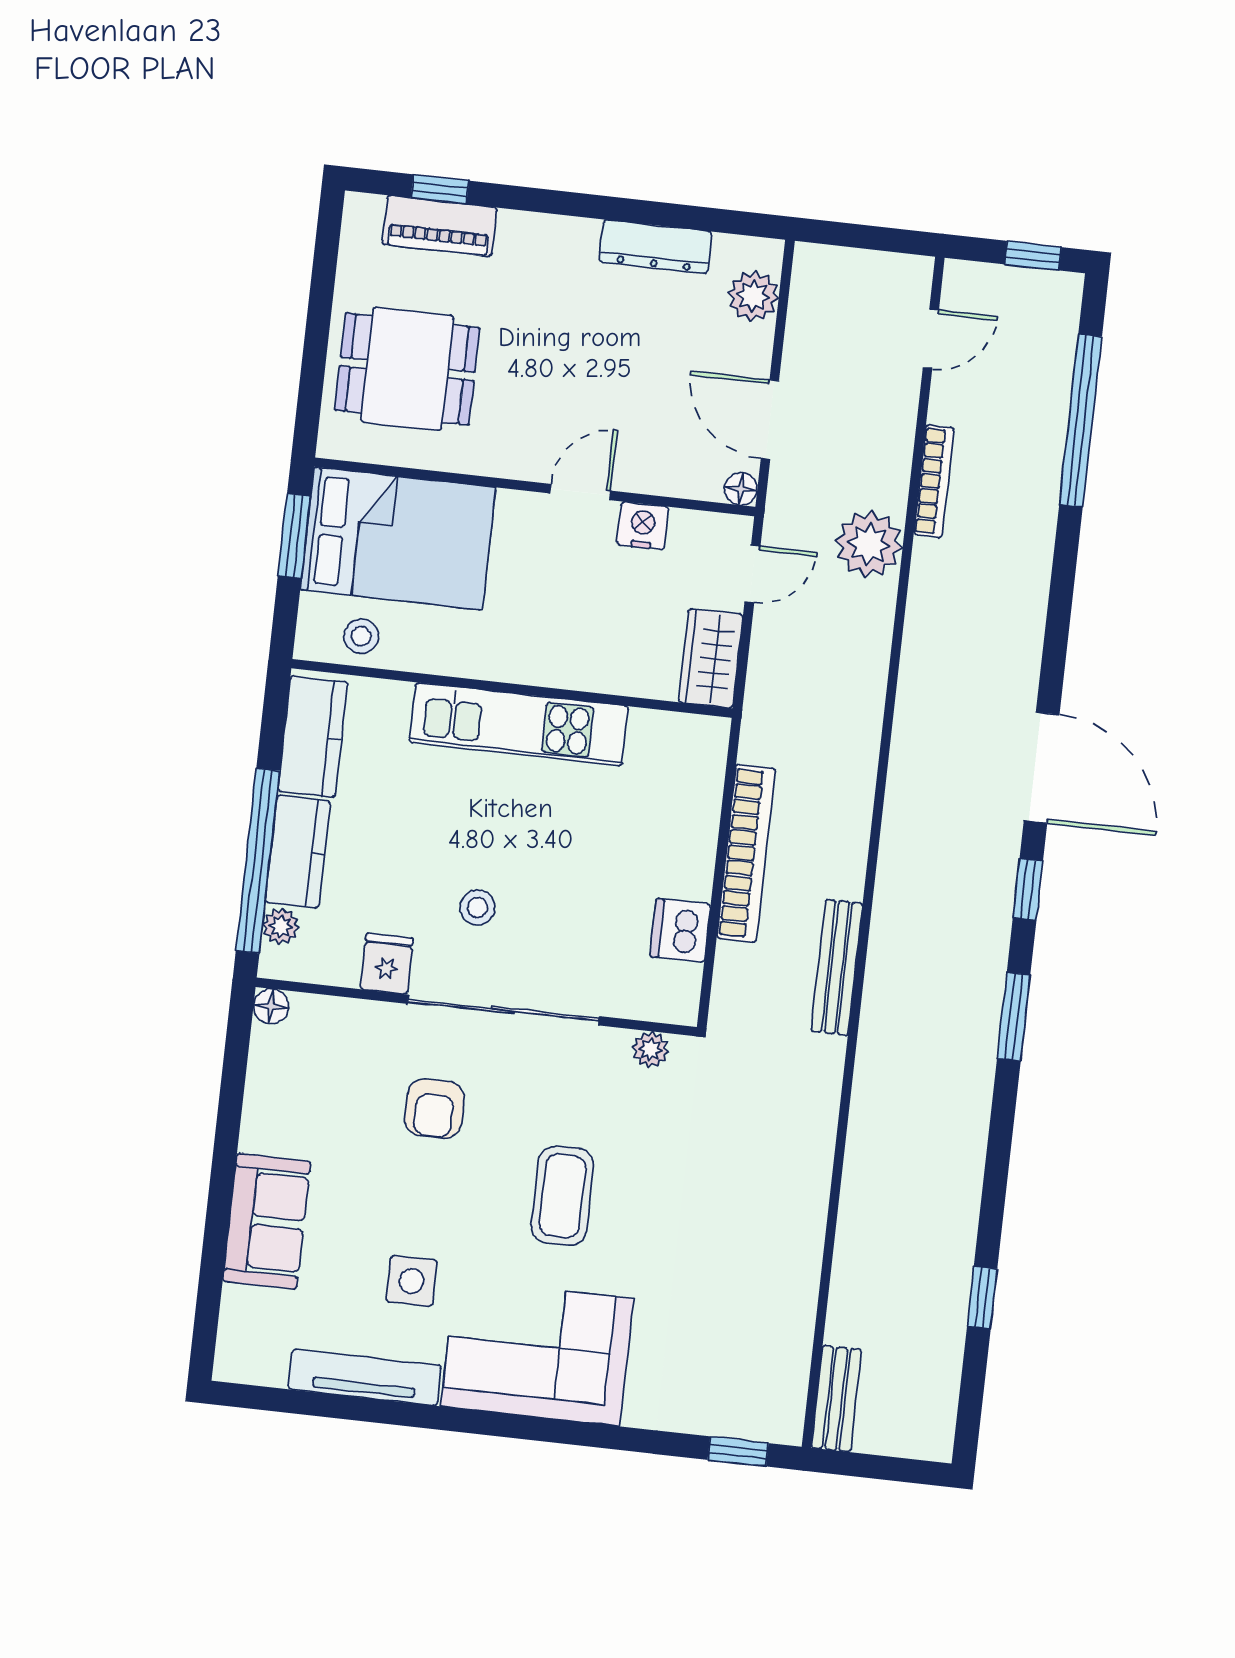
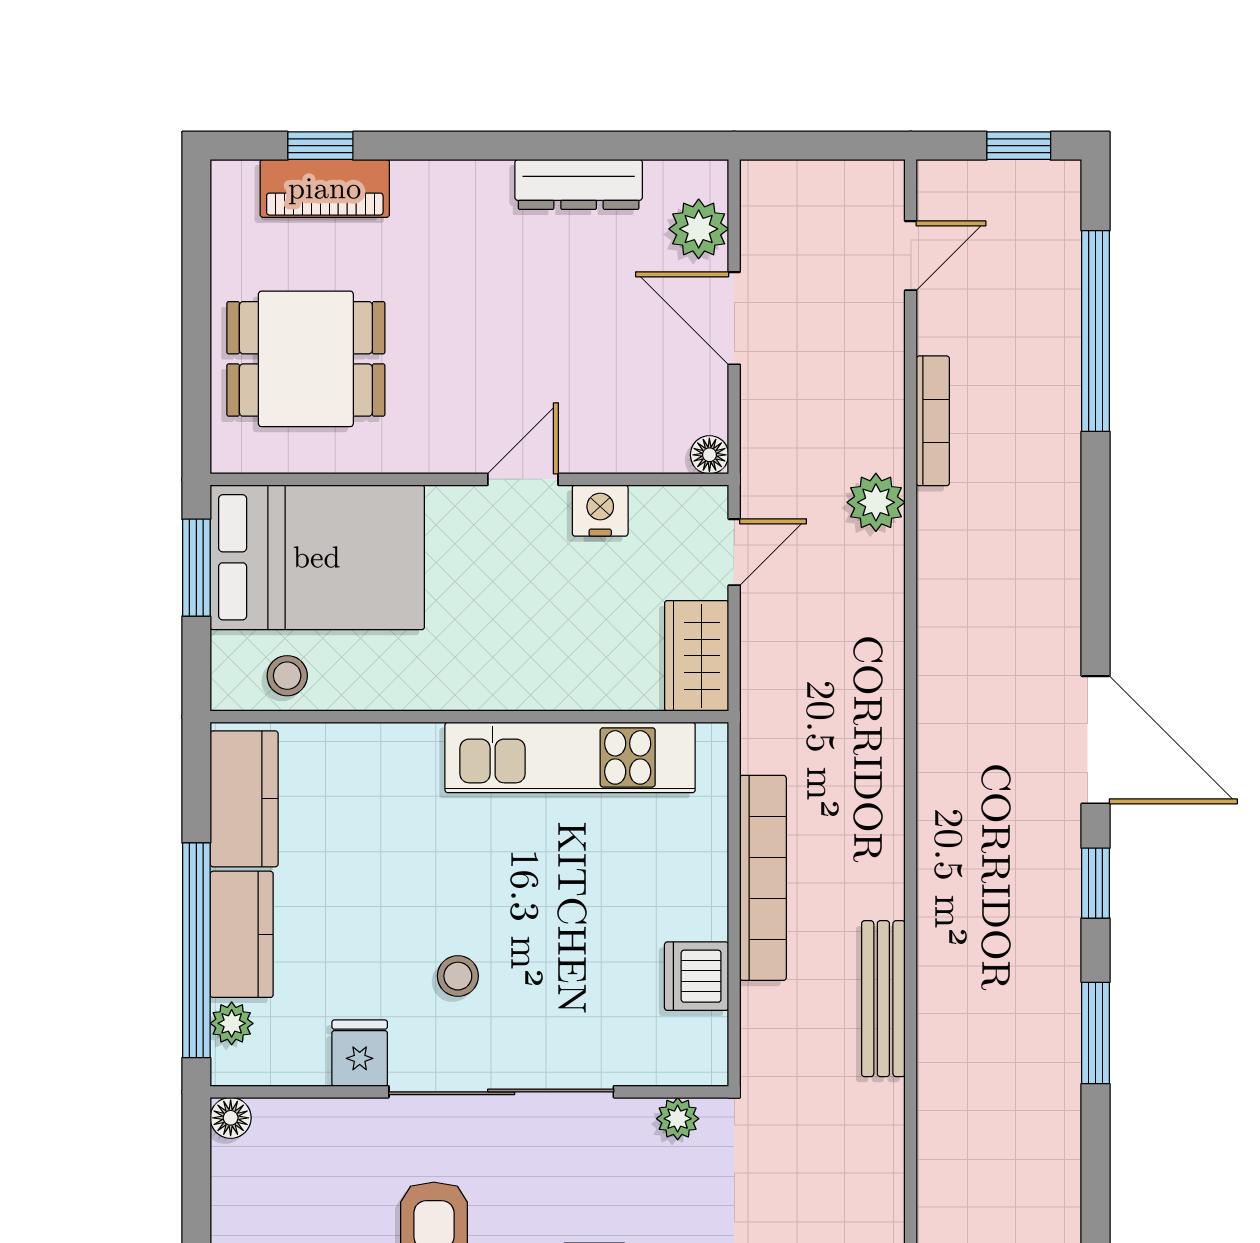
door: (770, 420) -> (734, 318), moved
plant: (869, 544) -> (876, 502), width x0.73, depth x0.73
kitchen unit: (519, 724) -> (570, 757), moved

